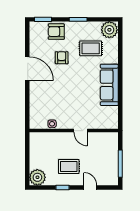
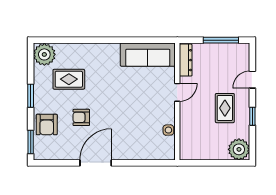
rug: (91, 48) -> (69, 79), turned 90
sofa: (109, 85) -> (148, 55), moved
dresser: (105, 137) -> (186, 60), added

